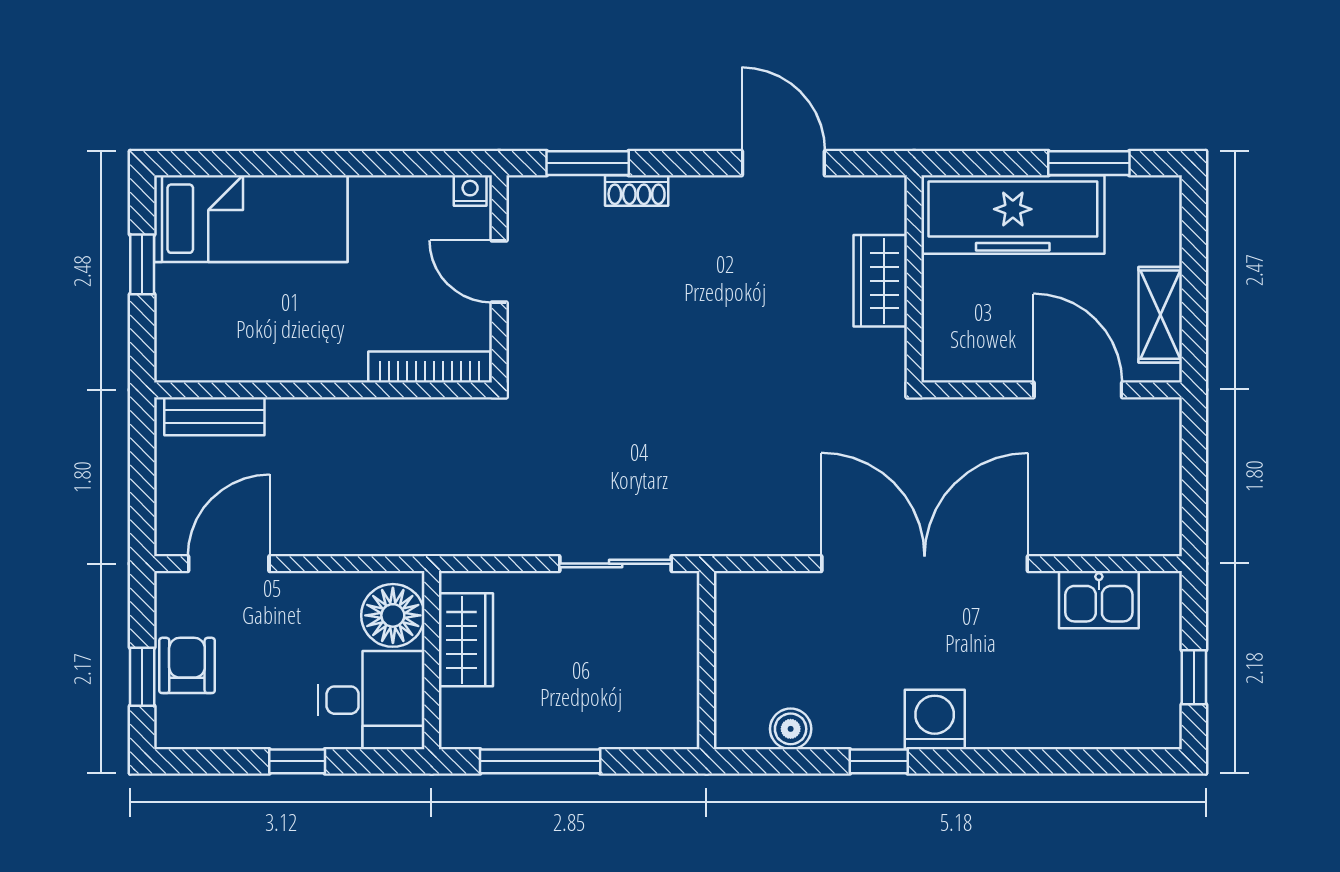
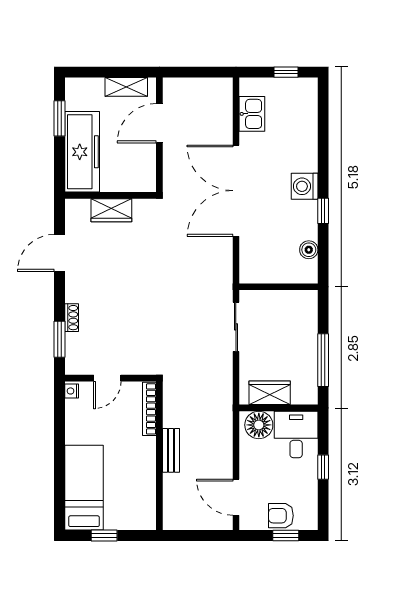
bench: (214, 416) -> (171, 450), moved

